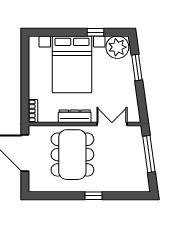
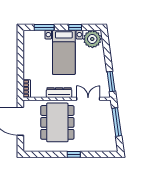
window: (55, 32) -> (44, 27), added
bed with nightstands: (72, 64) -> (64, 52), width x0.73
window: (137, 67) -> (111, 82), moved

